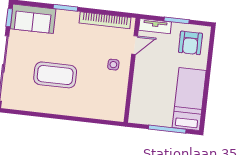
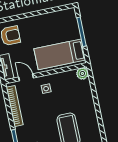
bed: (189, 99) -> (60, 54), moved
plant: (117, 114) -> (82, 73), added

